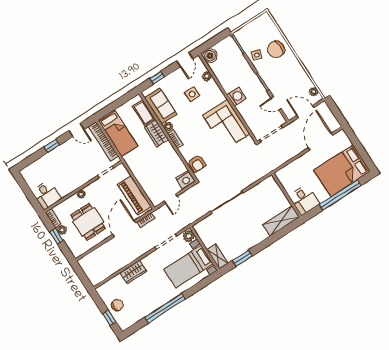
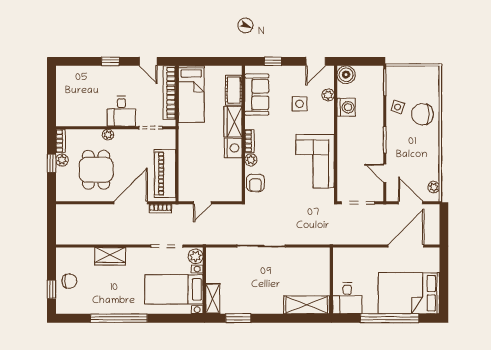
washing machine: (237, 97) -> (346, 107), moved
plant: (168, 126) -> (251, 160), moved
nightstand: (186, 180) -> (233, 148), moved, turned -90
desk: (47, 195) -> (121, 111), moved

